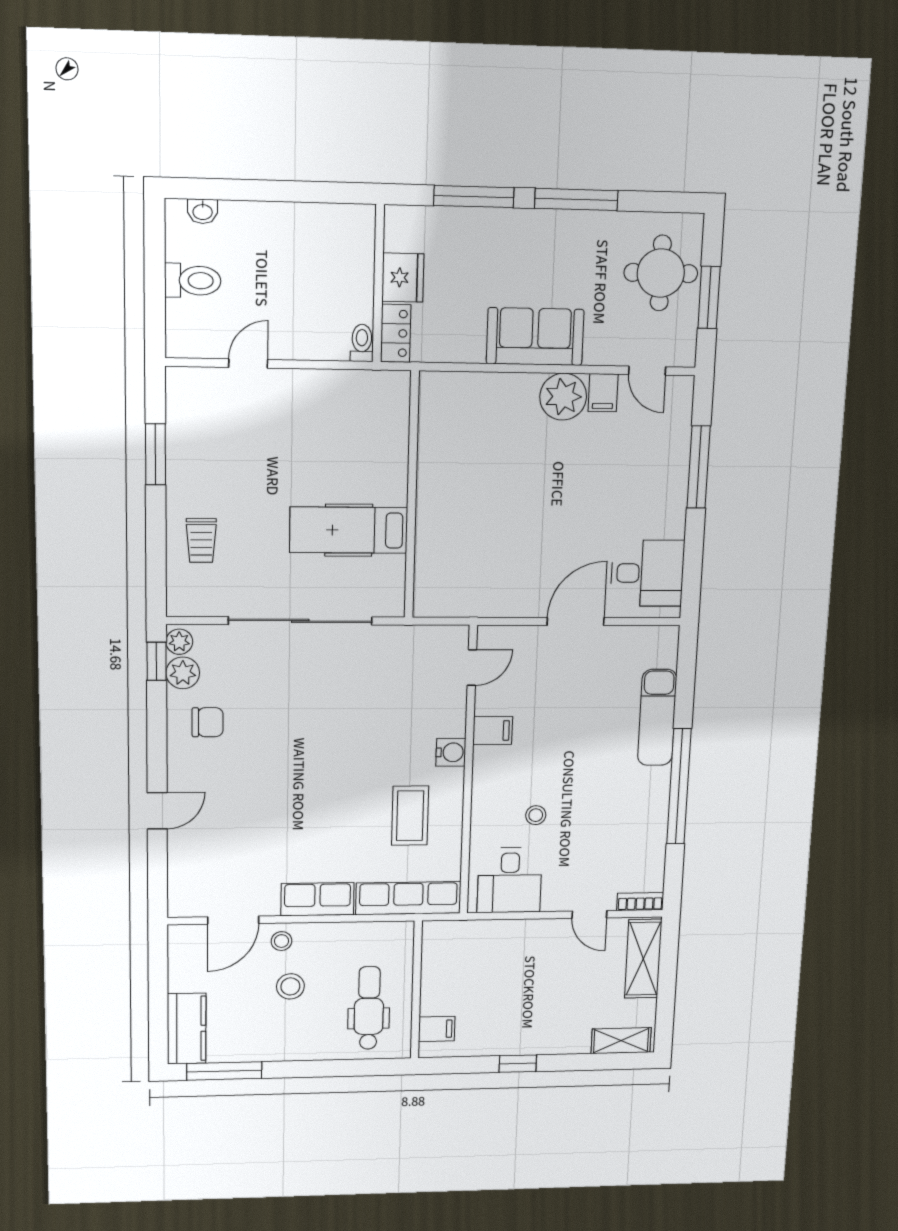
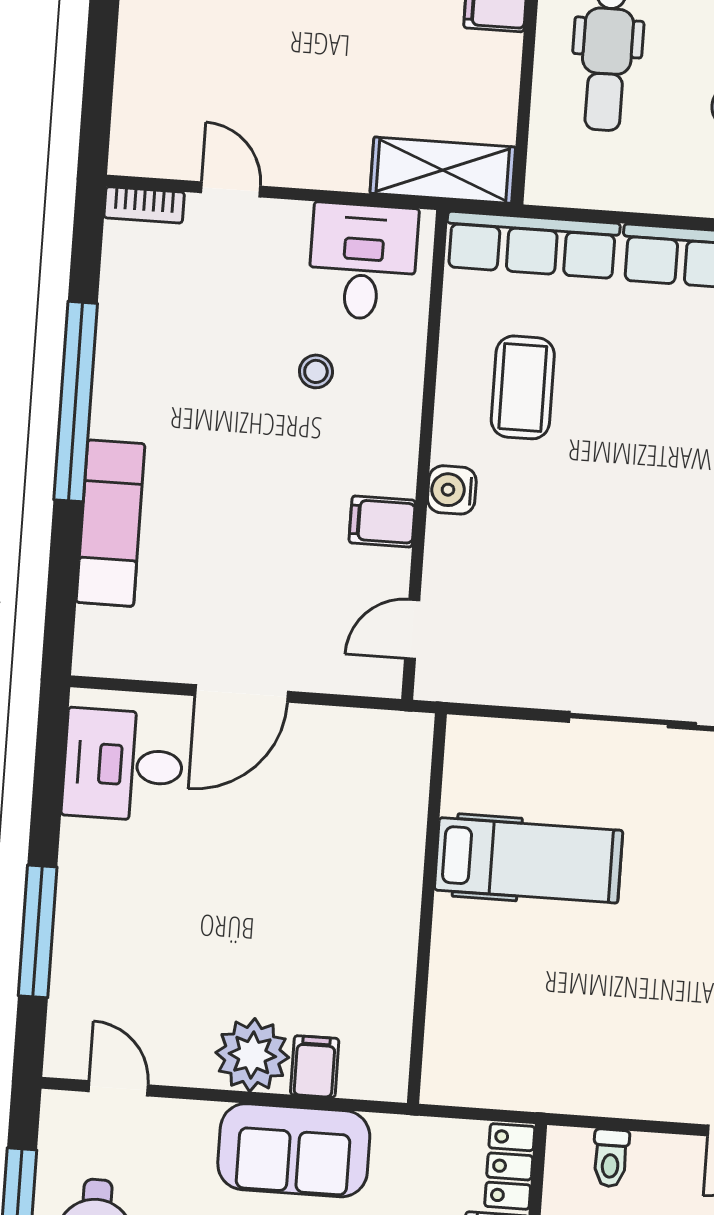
toilet: (362, 343) -> (611, 1158), moved
filing cabinet: (603, 393) -> (315, 1067), moved
wall: (412, 496) -> (427, 909), moved
hospital bed: (349, 530) -> (528, 860), moved
shelving: (643, 959) -> (443, 170), moved, turned 90

